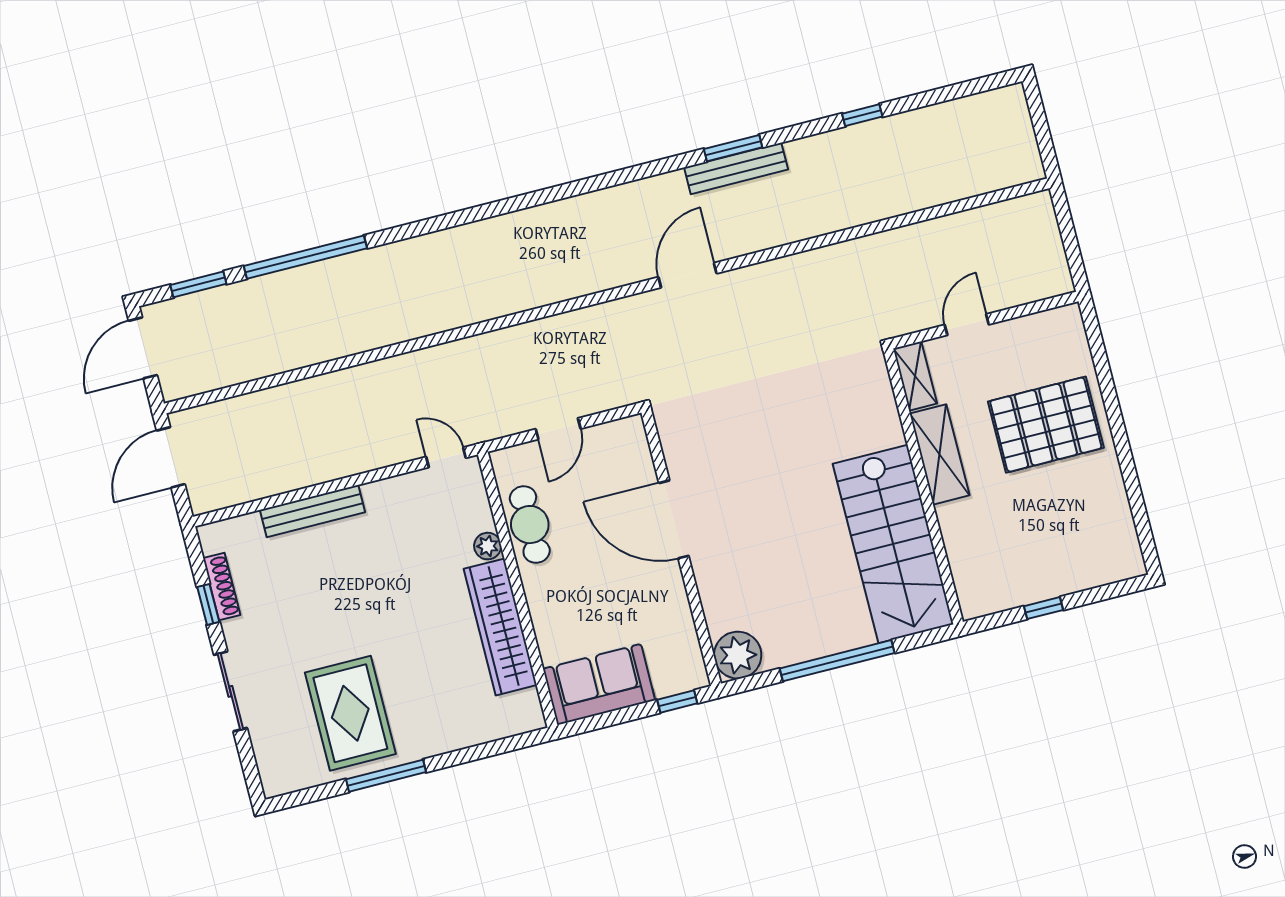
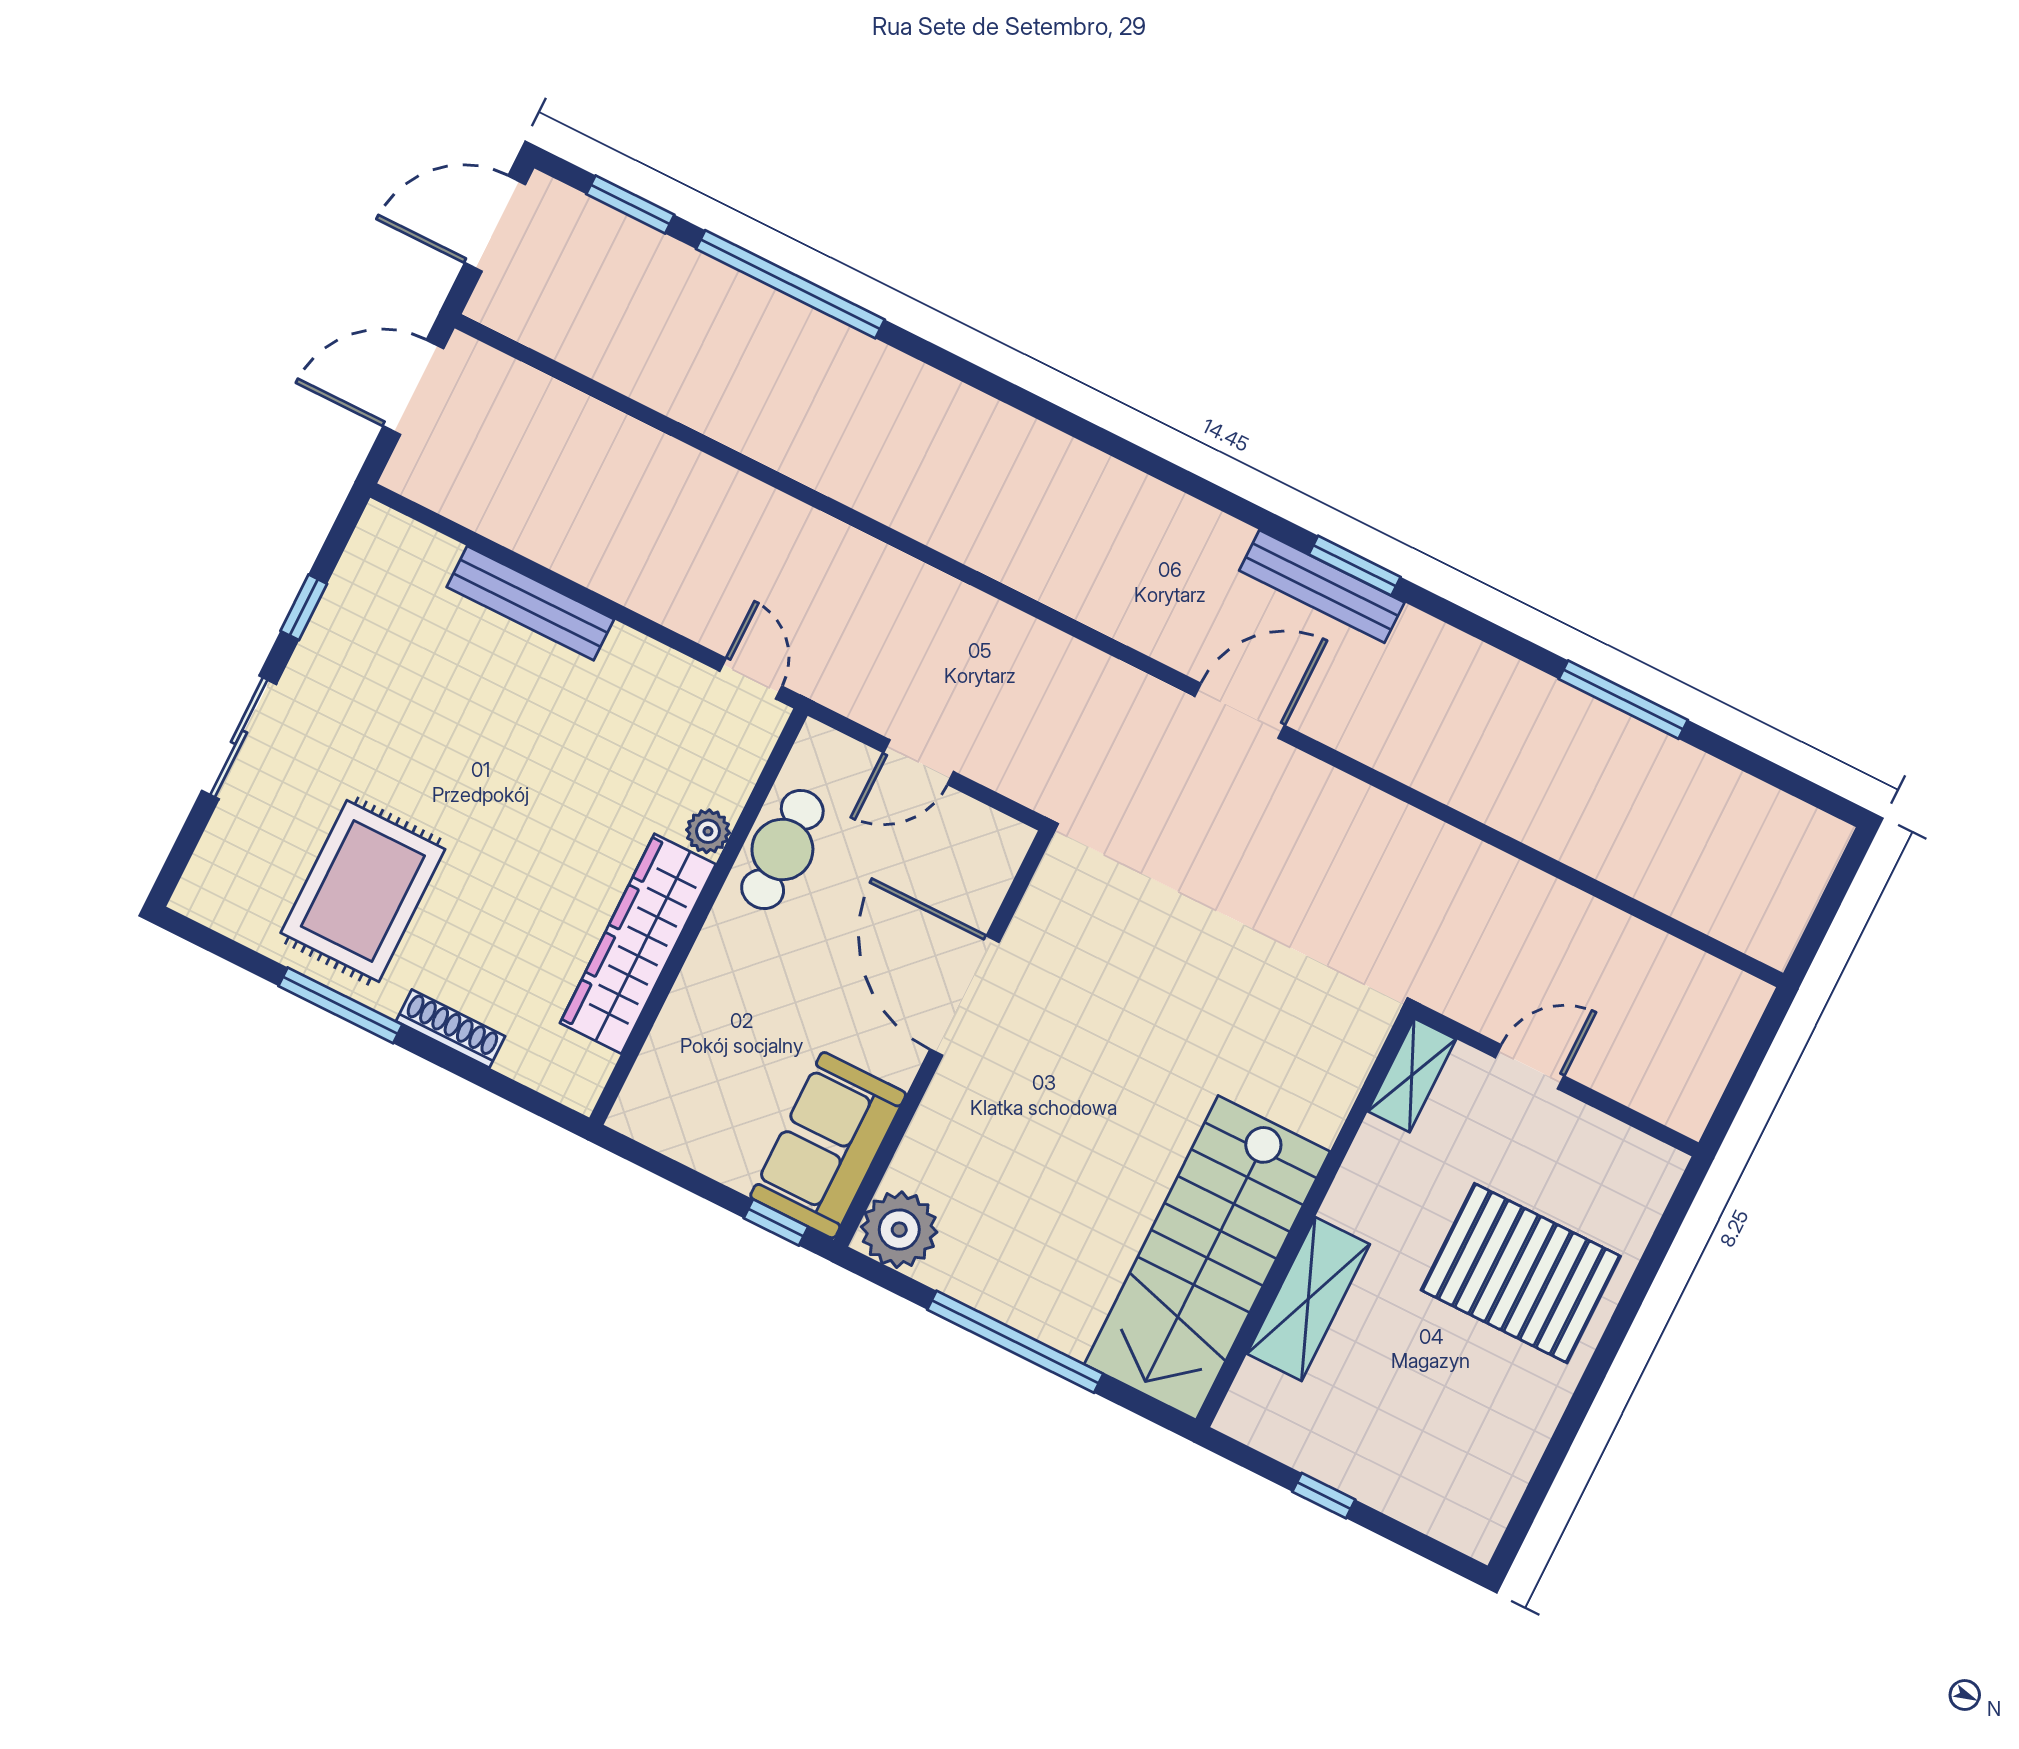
window: (862, 115) -> (1623, 700), width x2.17
window: (733, 148) -> (1355, 566), moved
bench: (736, 169) -> (1322, 586), moved
shelving: (940, 454) -> (1308, 1299), moved
shoe rack: (222, 586) -> (451, 1029), moved, turned -90
sofa: (599, 685) -> (828, 1145), moved, turned -90

